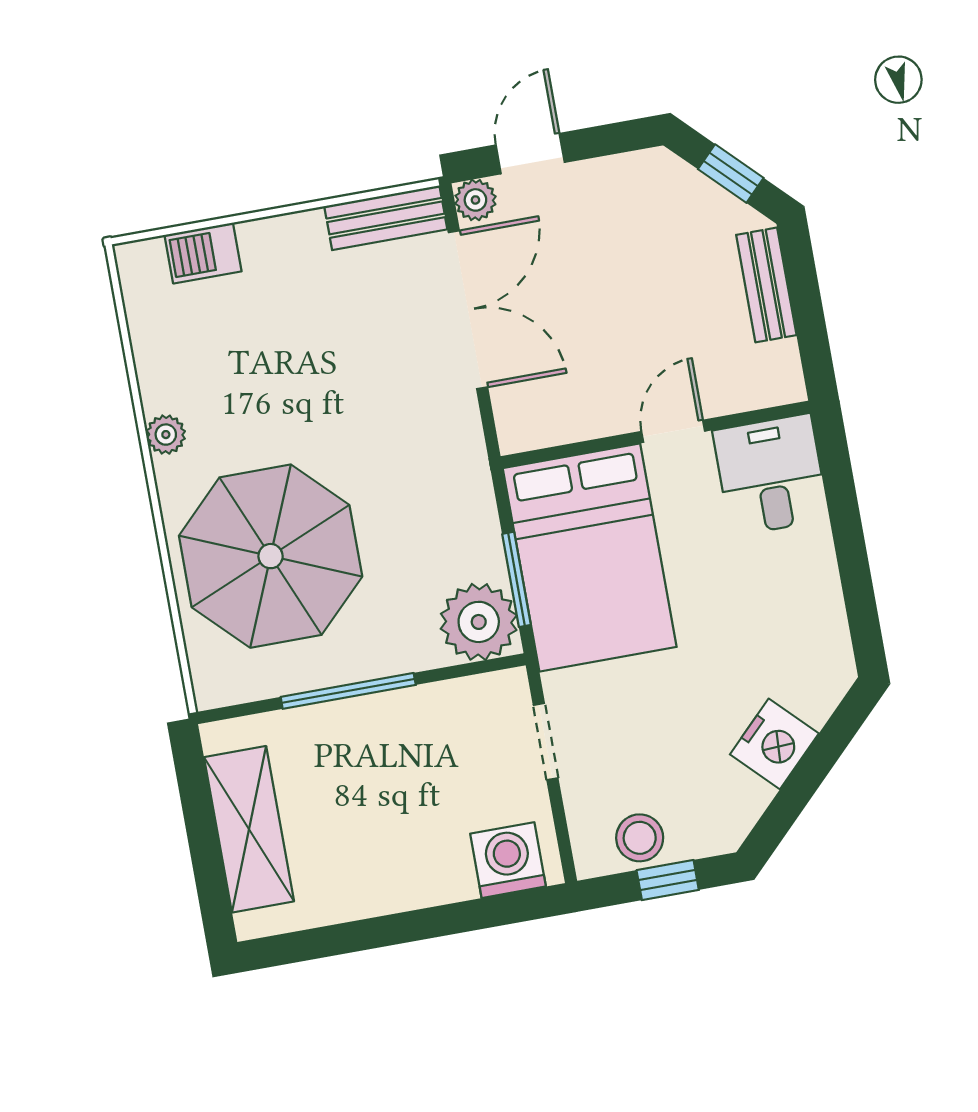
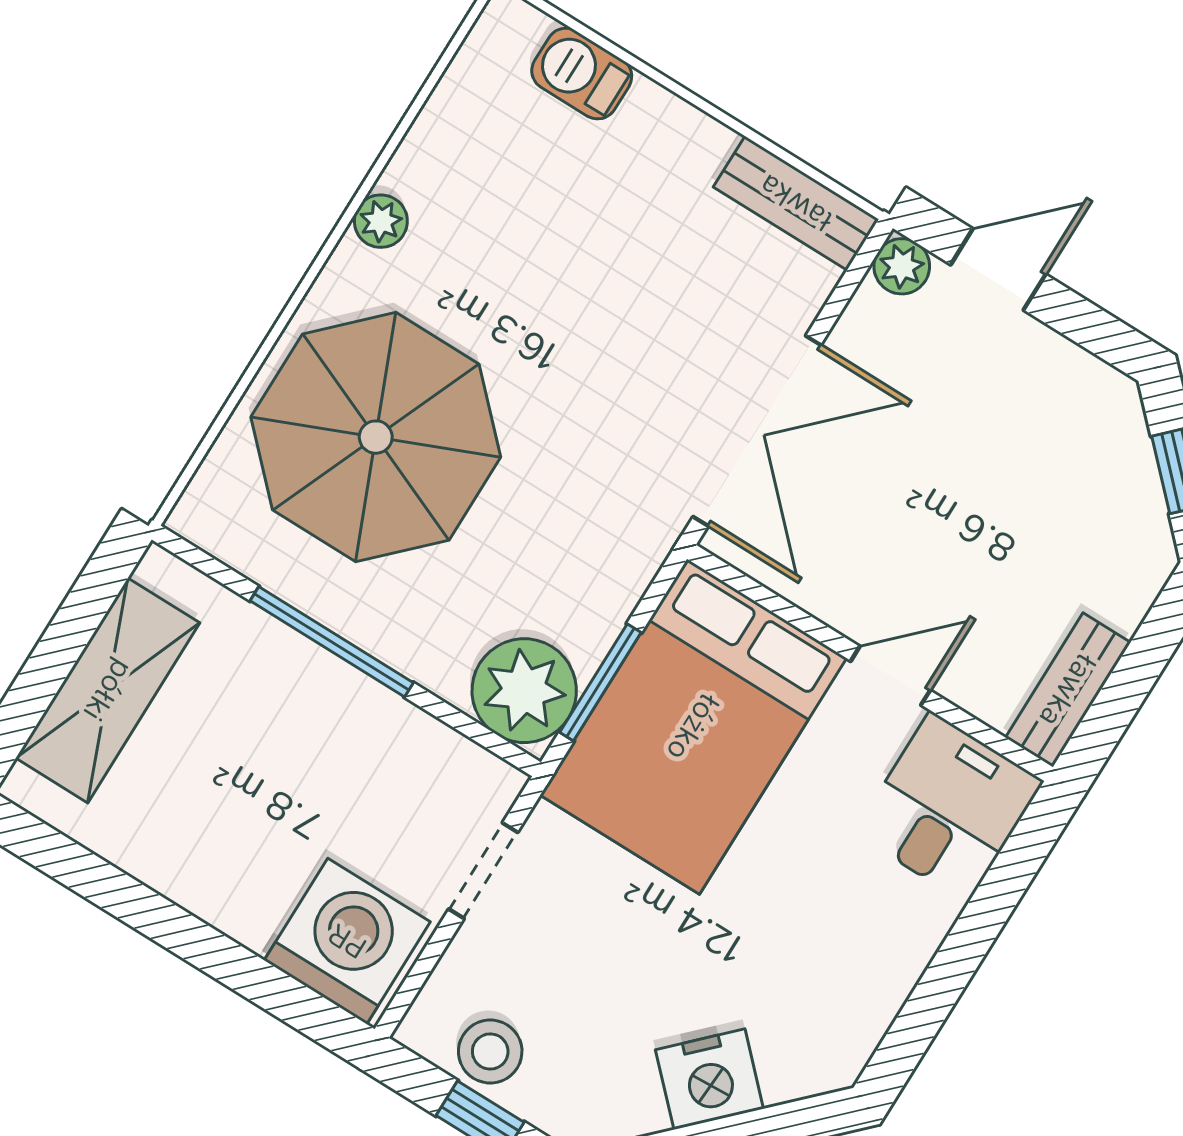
bench: (766, 285) -> (1068, 690), moved
double door: (468, 310) -> (757, 431), moved
washing machine: (508, 860) -> (347, 941), width x1.37, depth x1.37

